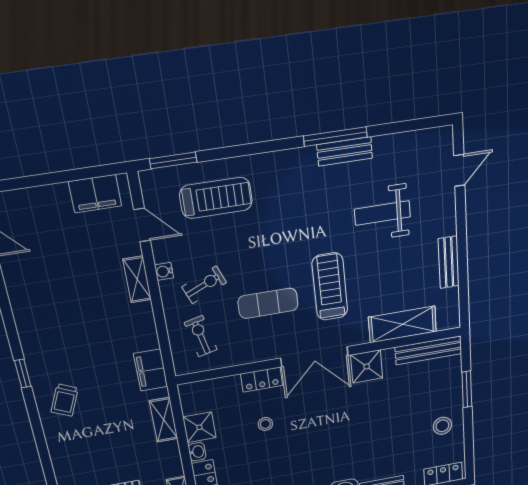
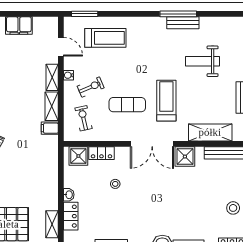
filing cabinet: (95, 194) -> (19, 26), moved
filing cabinet: (151, 370) -> (50, 128), width x0.50
locker: (262, 380) -> (101, 153), moved
shelving: (164, 420) -> (52, 106), moved
shower: (199, 427) -> (78, 156), moved

